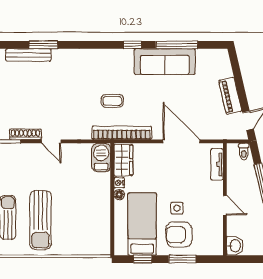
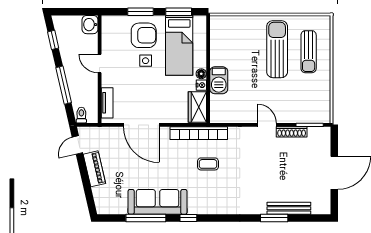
barbecue: (101, 157) -> (219, 80), moved
window: (143, 259) -> (179, 12), width x1.50

